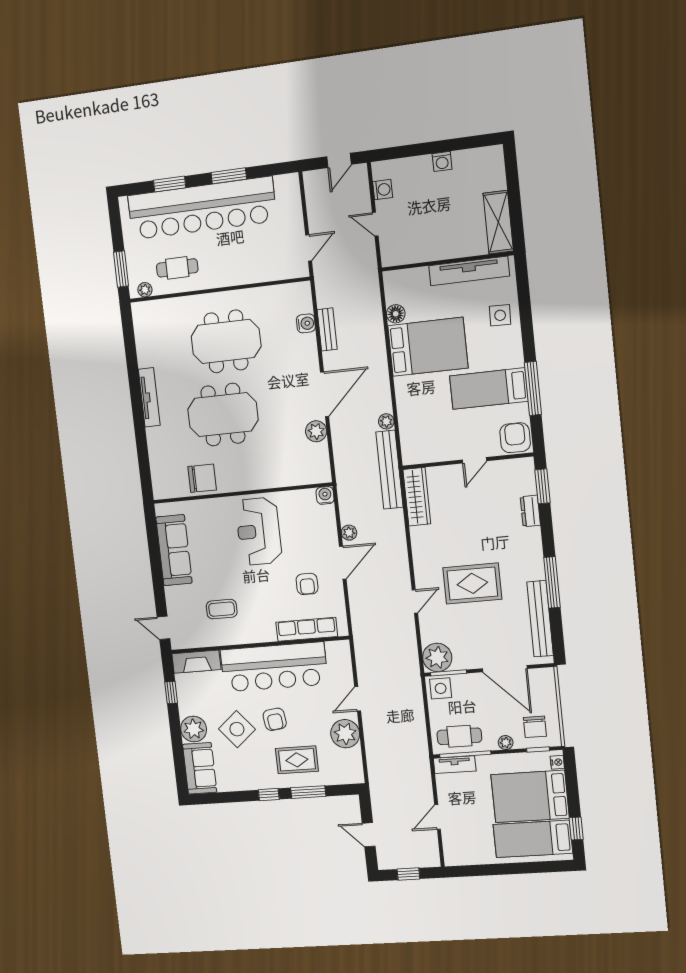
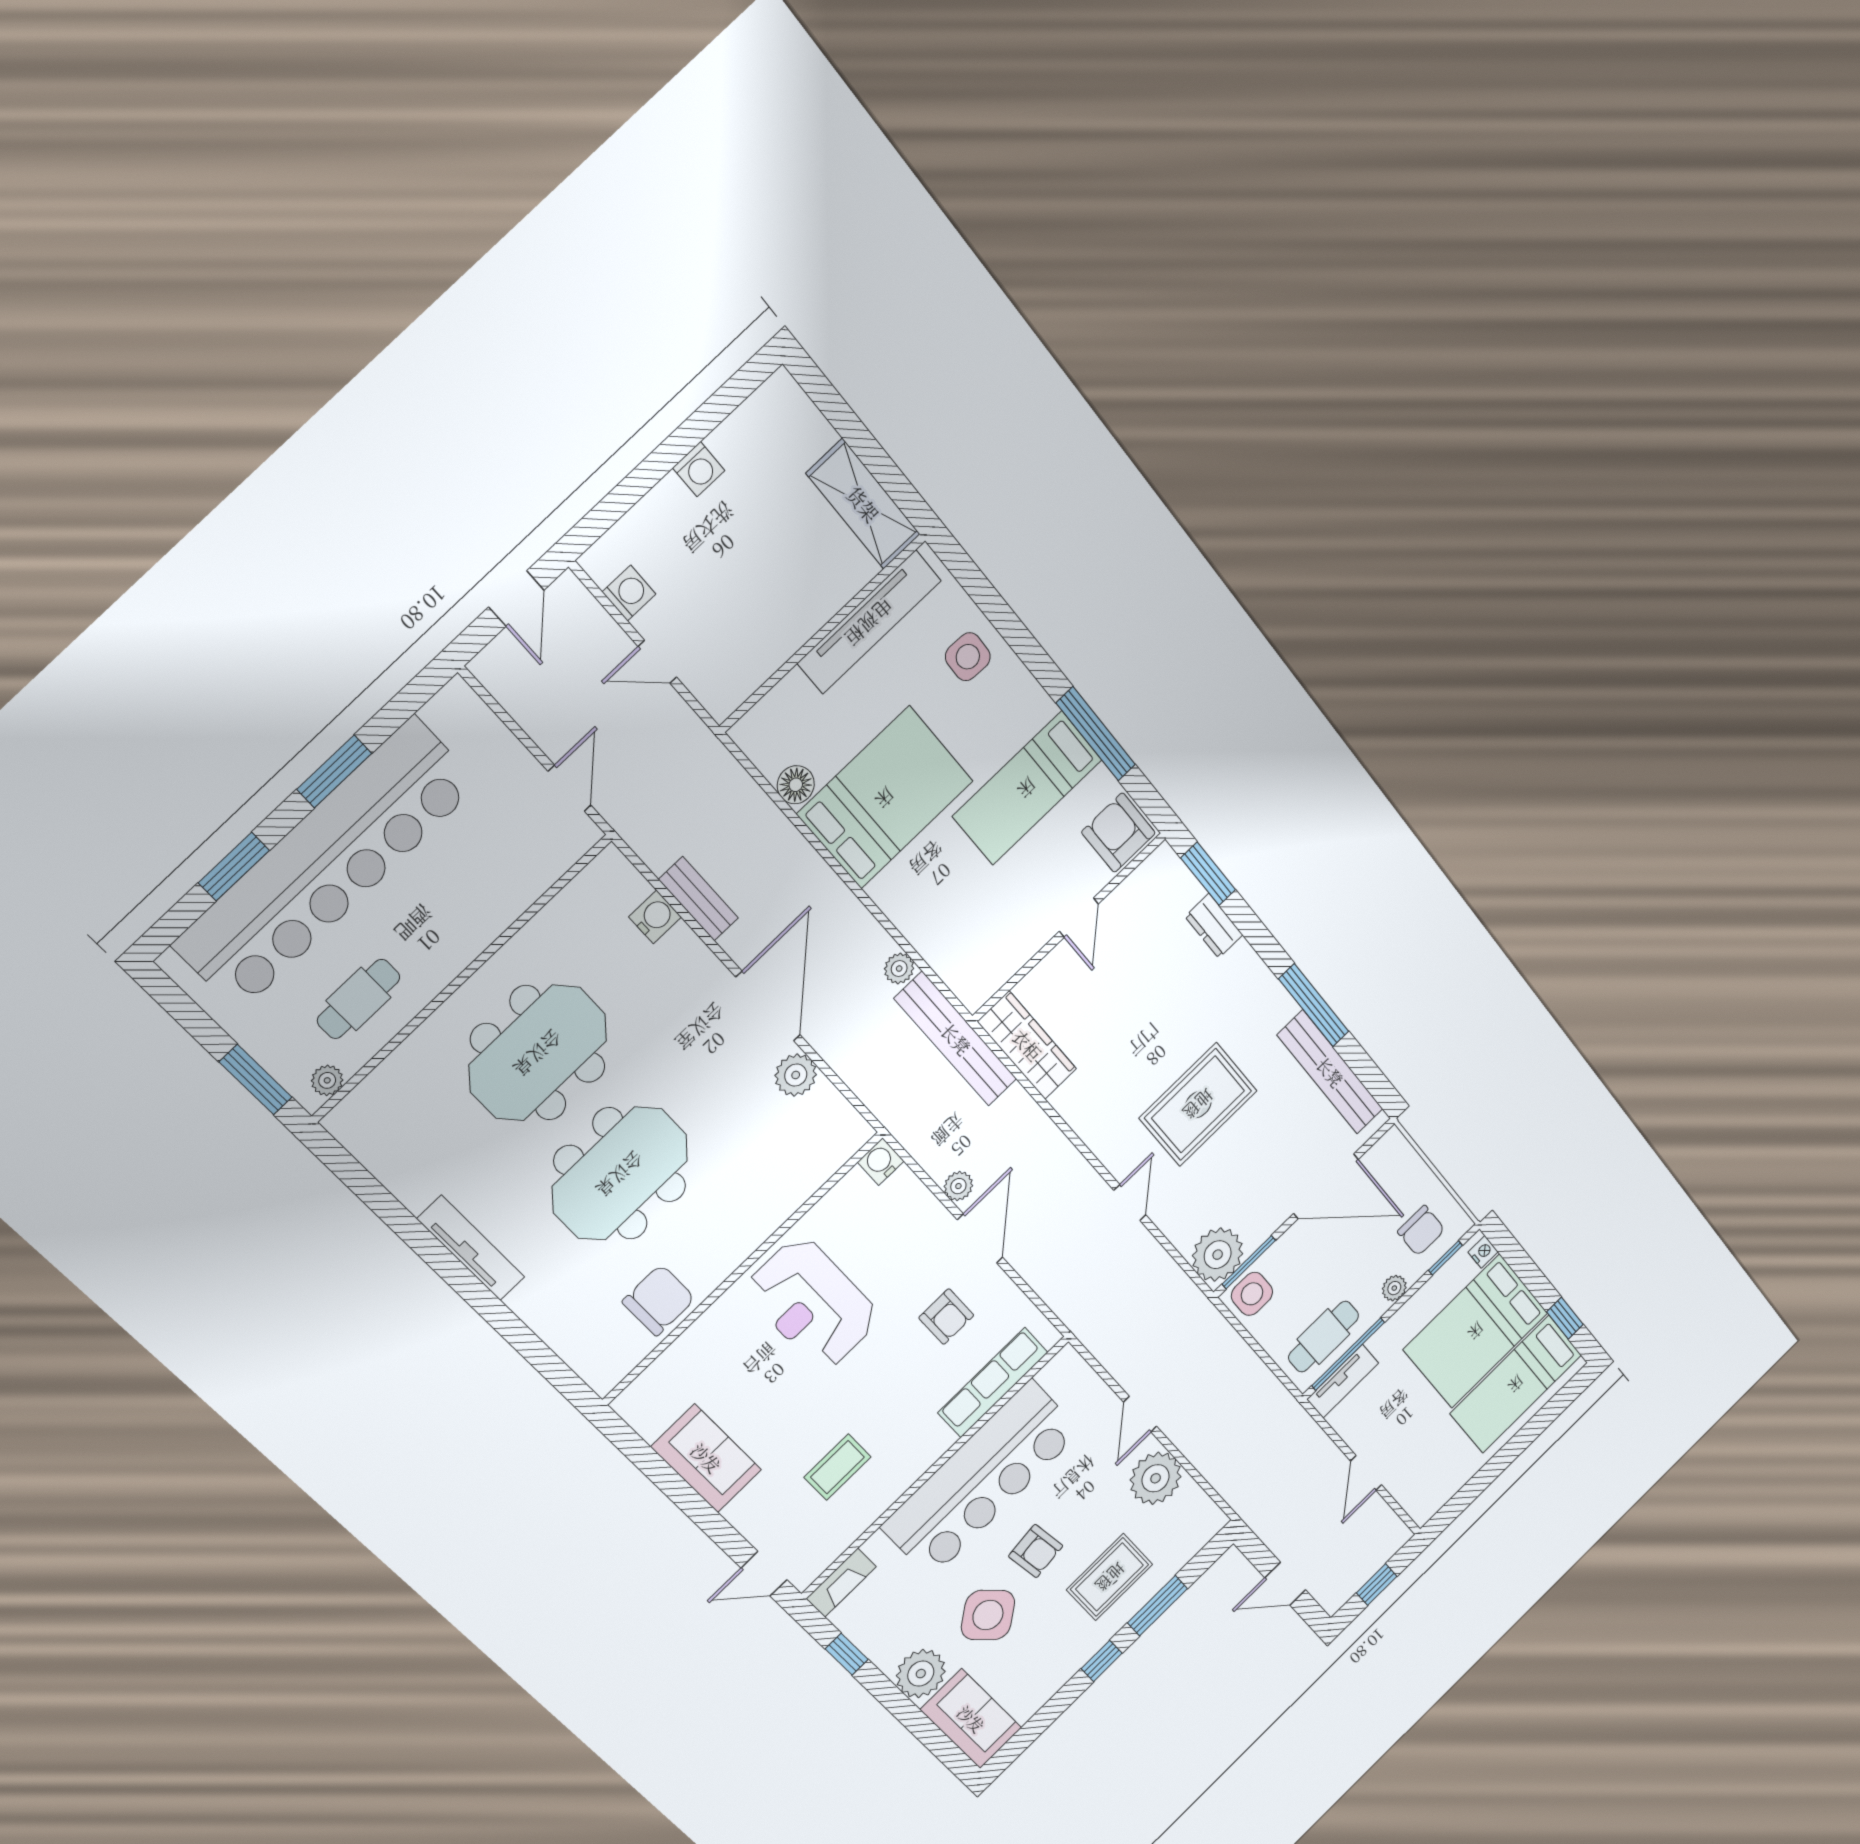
sofa: (174, 550) -> (706, 1458), width x0.73
fireplace: (196, 662) -> (841, 1583), width x0.73, depth x0.76

